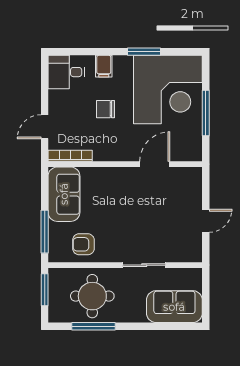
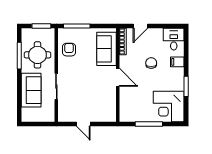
corner desk: (168, 90) -> (169, 106), width x0.74, depth x0.74
door: (45, 127) -> (140, 26), swing flipped
door: (155, 164) -> (118, 77), moved
sofa: (64, 194) -> (106, 49), moved, turned 90
sofa: (174, 307) -> (31, 90), moved

